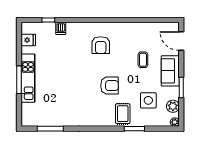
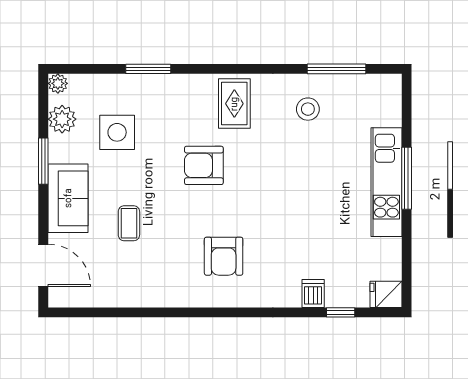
fridge: (28, 40) -> (386, 294), moved
armchair: (101, 45) -> (224, 256), turned 180
stool: (63, 111) -> (308, 109), added
rug: (123, 114) -> (234, 104), moved

